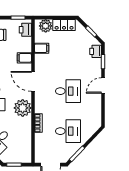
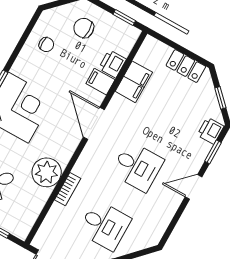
plant: (46, 26) -> (158, 52), removed
printer: (25, 30) -> (112, 64), moved
filing cabinet: (42, 48) -> (134, 82), width x2.00
plant: (23, 108) -> (47, 172), moved

